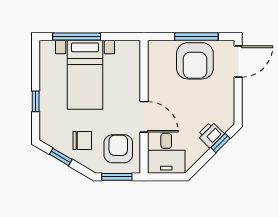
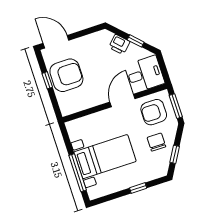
window: (196, 37) -> (47, 80), width x0.46
window: (221, 143) -> (136, 41), moved

